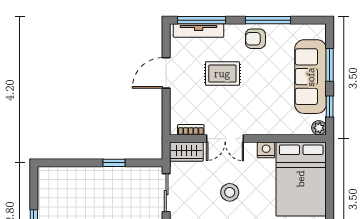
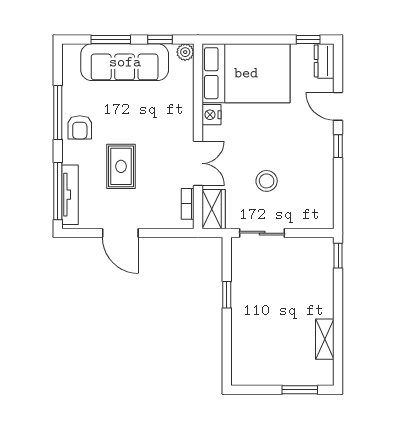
stool: (230, 192) -> (267, 181), moved

